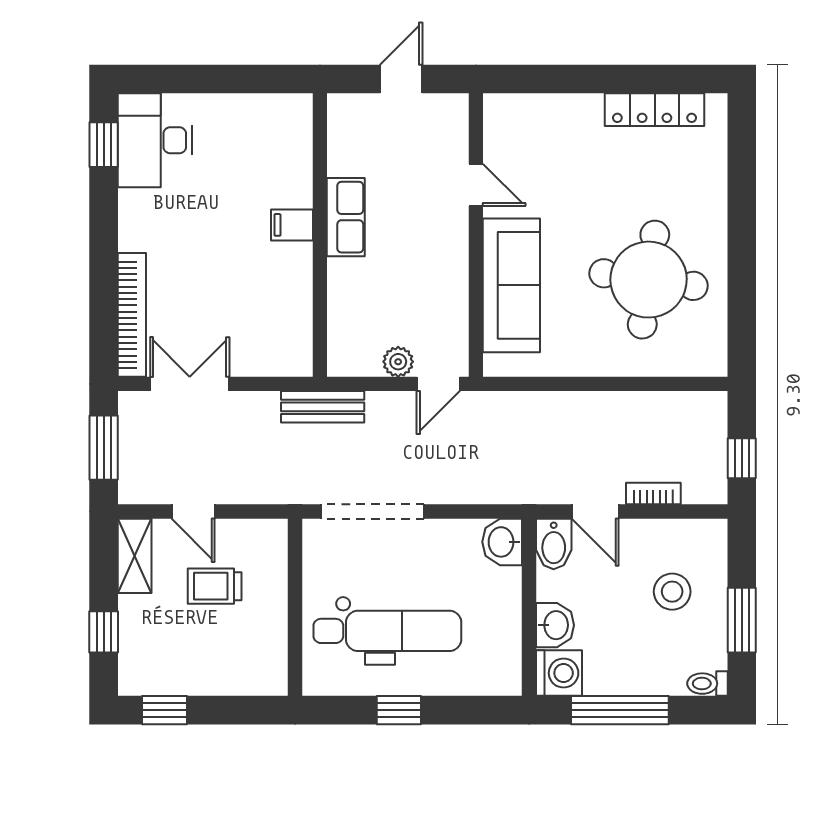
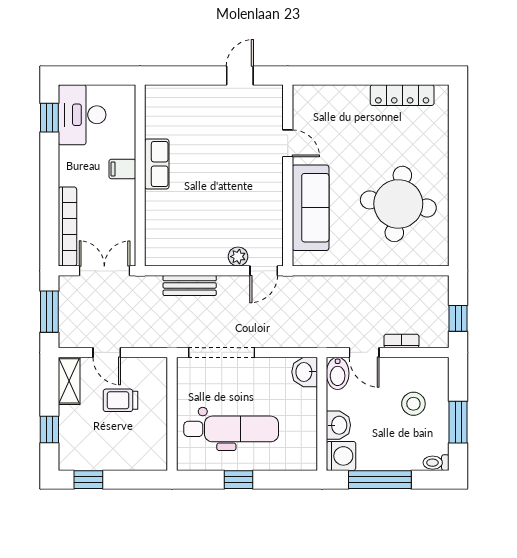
row of seats: (346, 217) -> (157, 164), moved
filing cabinet: (292, 225) -> (122, 169), moved
wall: (320, 235) -> (140, 175), moved

